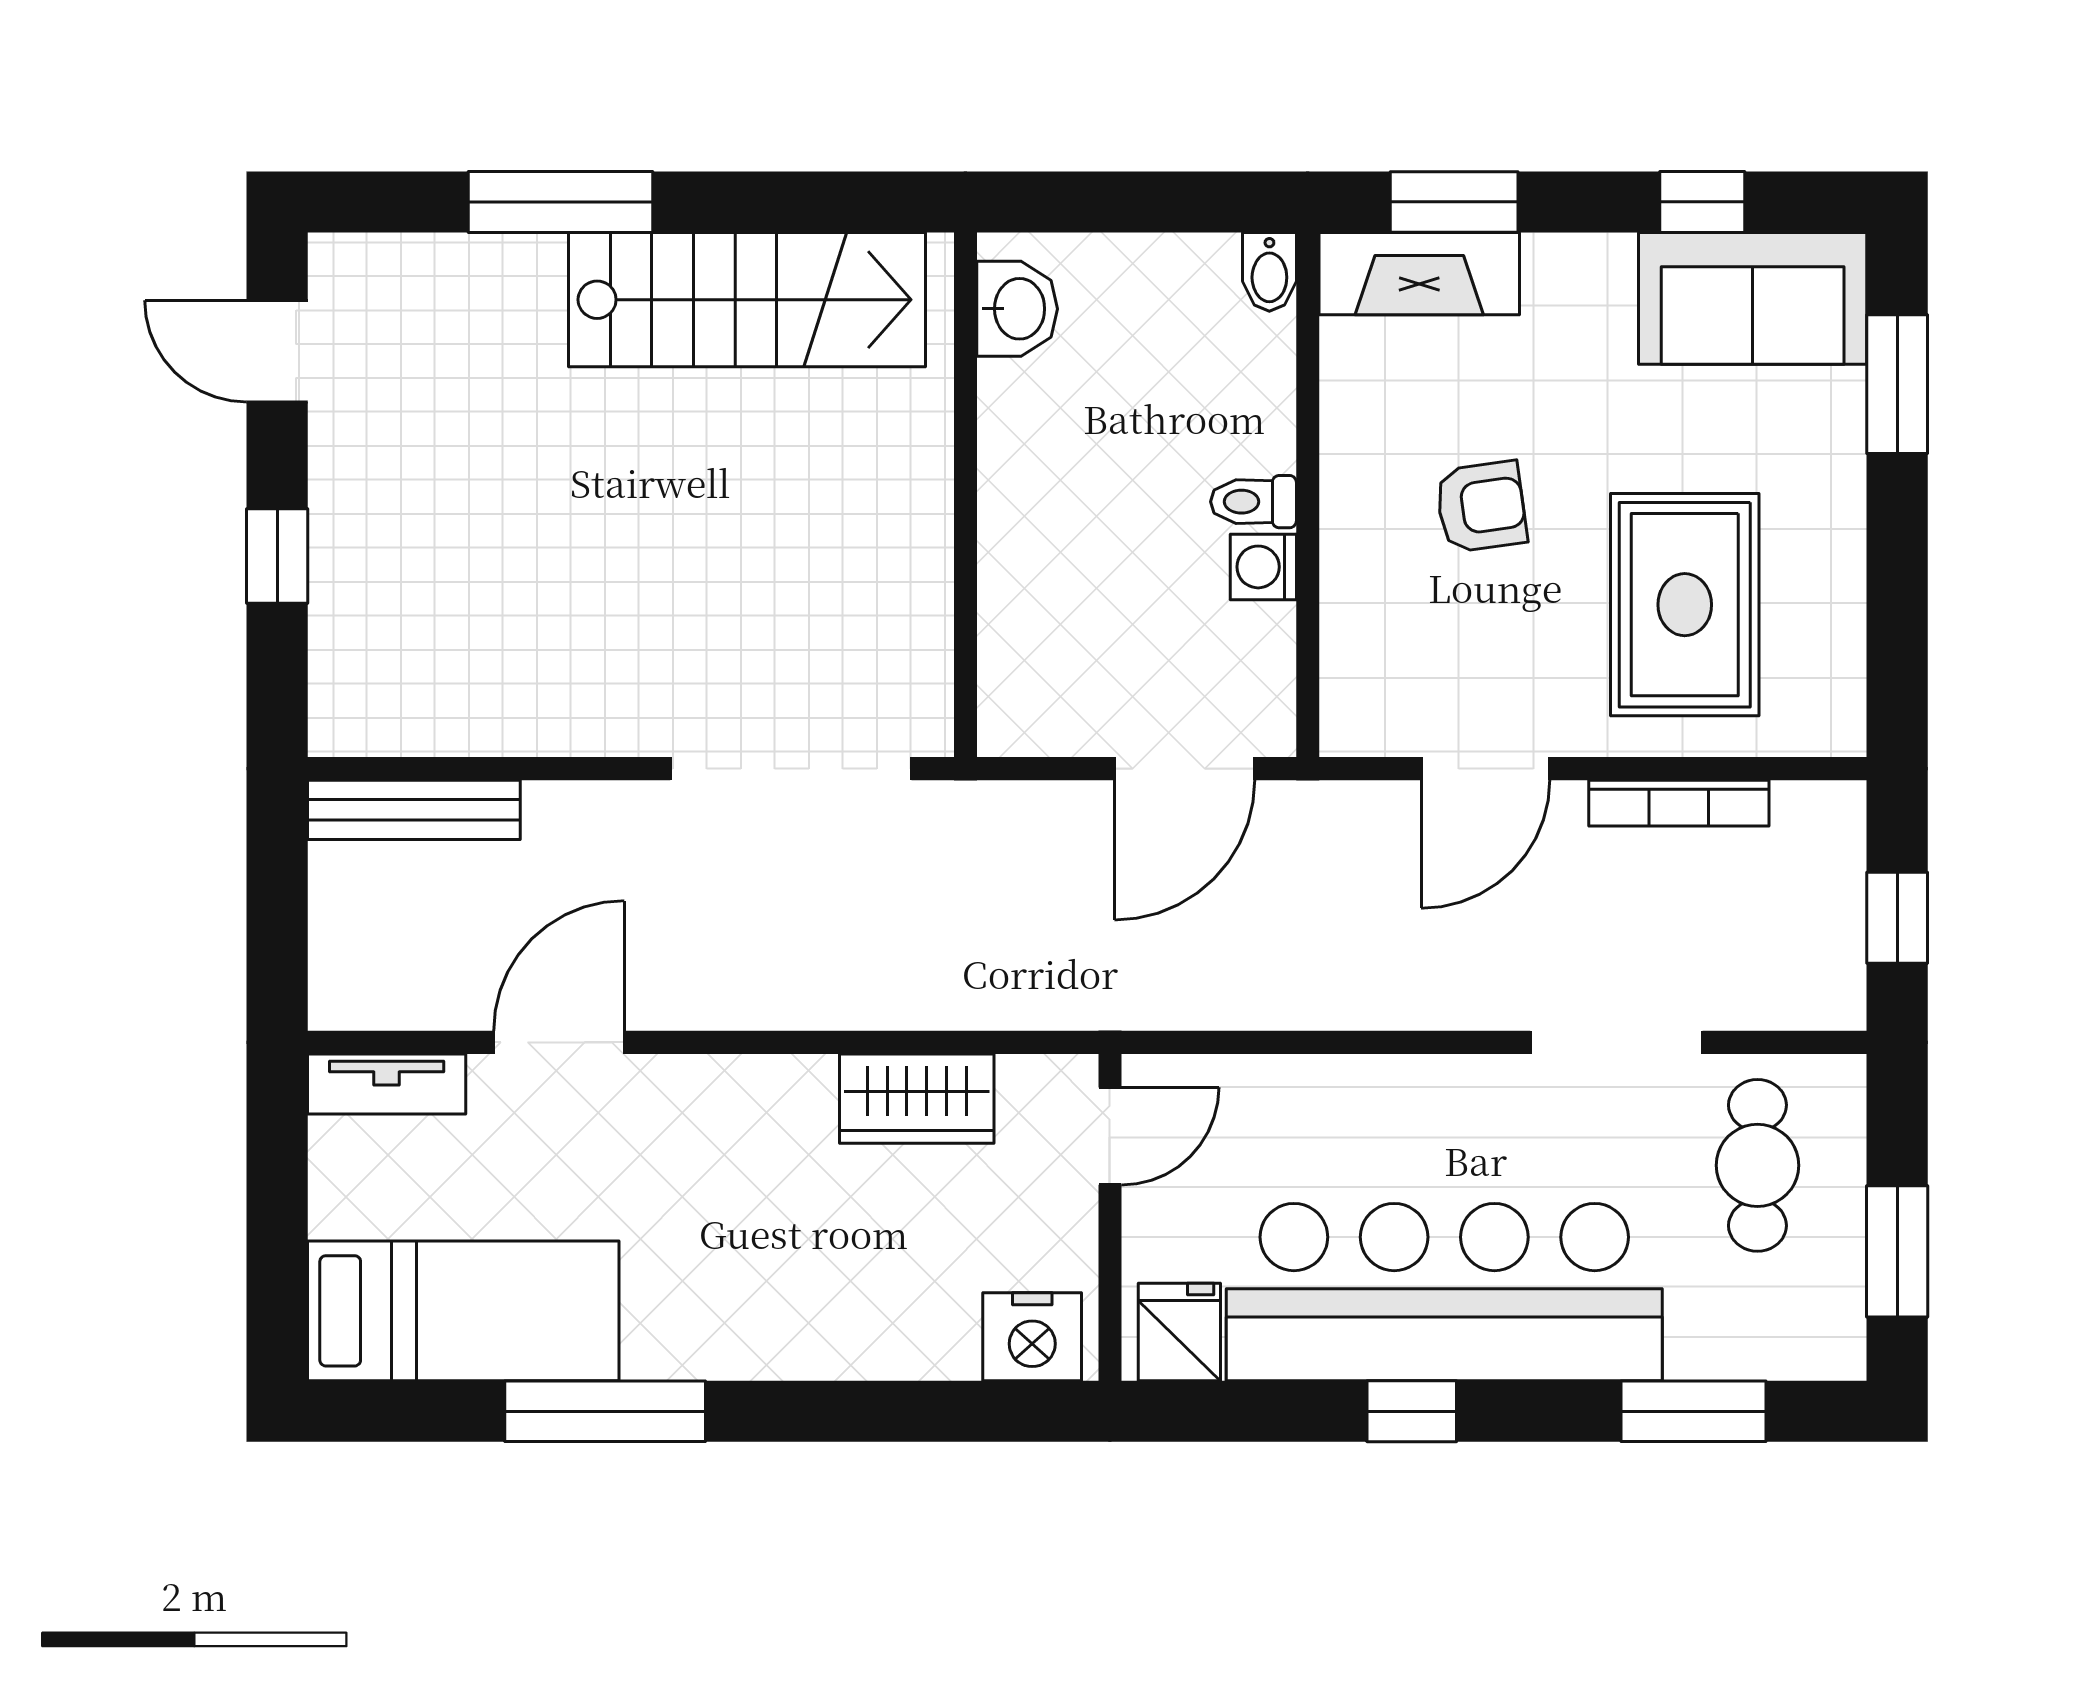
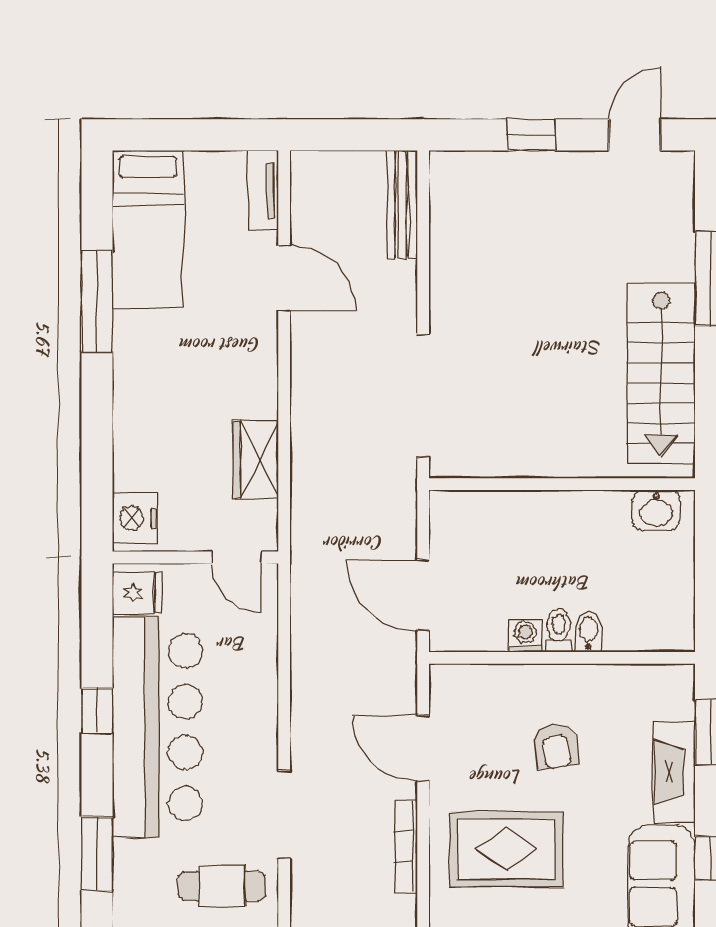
bidet: (1269, 272) -> (589, 632), moved, turned 90
fireplace: (1419, 274) -> (674, 772), moved

